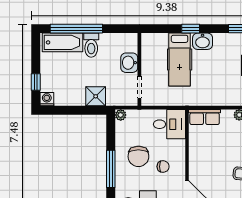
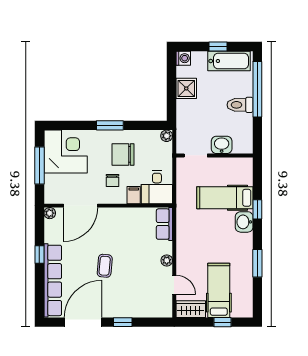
bathtub: (63, 42) -> (229, 61), moved, turned -90
window: (36, 82) -> (218, 46), moved
shower: (96, 96) -> (186, 88), moved
filing cabinet: (177, 146) -> (134, 195), added
window: (111, 169) -> (110, 125), width x0.69

